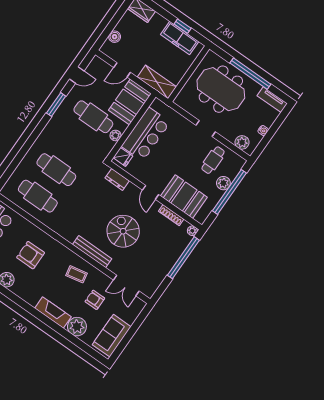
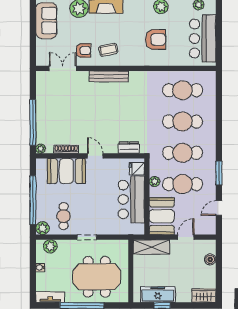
cafe table: (75, 143) -> (183, 153), added
plant: (223, 183) -> (43, 228), moved
spiral stairs: (123, 231) -> (95, 110), removed
armchair: (95, 300) -> (83, 50), moved

